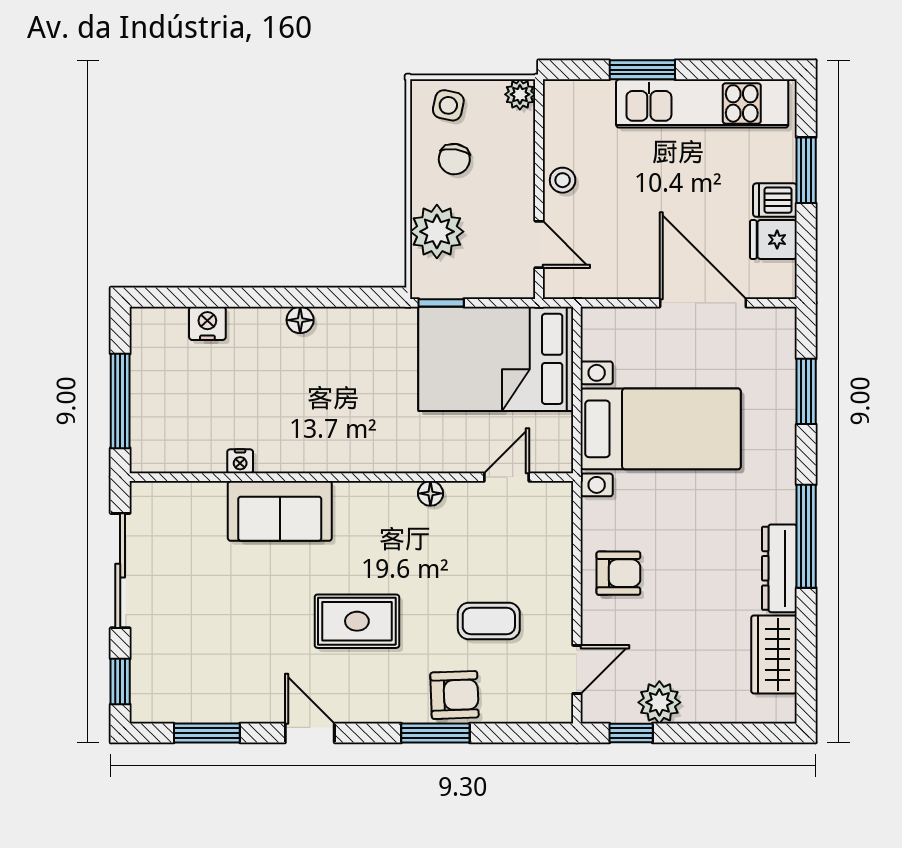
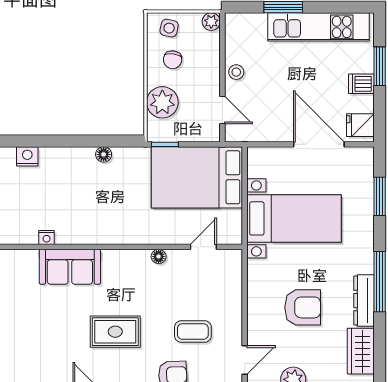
fridge: (773, 240) -> (360, 125), moved
floor lamp: (300, 320) -> (104, 154), moved
armchair: (618, 573) -> (303, 307), moved, width x1.38, depth x1.38

